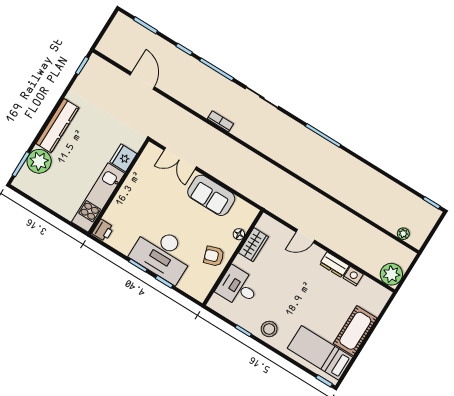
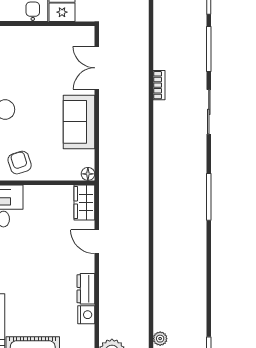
floor lamp: (239, 234) -> (88, 174), moved
wardrobe: (253, 245) -> (84, 202), moved, turned 90

